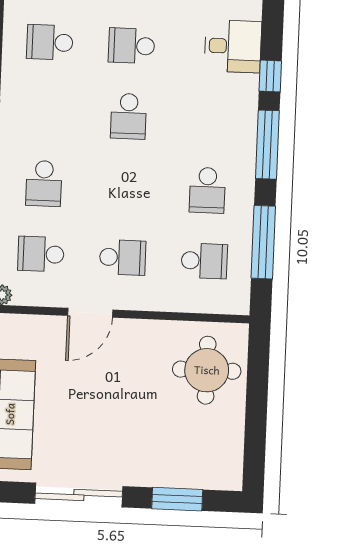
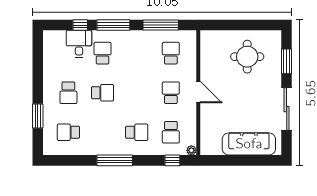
school desk: (50, 42) -> (68, 132), turned 90
desk: (233, 46) -> (79, 44), moved
school desk: (207, 190) -> (103, 53), moved, turned -90
door: (90, 313) -> (198, 92), moved
round table: (207, 370) -> (247, 57), moved

